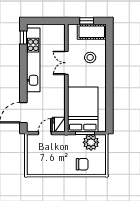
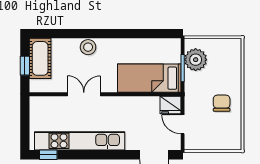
stool: (90, 57) -> (88, 47), moved
double door: (66, 63) -> (84, 94), swing flipped
bed: (83, 109) -> (149, 78), width x0.67
chair: (82, 164) -> (222, 103), moved

